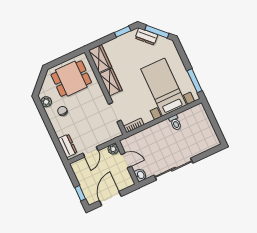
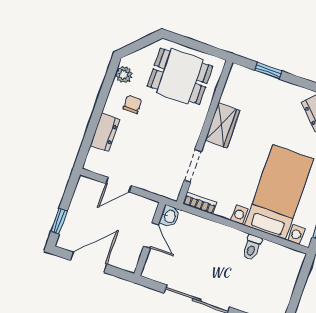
window: (123, 32) -> (268, 71), moved
wardrobe: (100, 59) -> (236, 86), removed
dresser: (67, 146) -> (105, 132), moved
plant: (113, 149) -> (149, 207), removed
washbasin: (140, 175) -> (170, 216), moved

